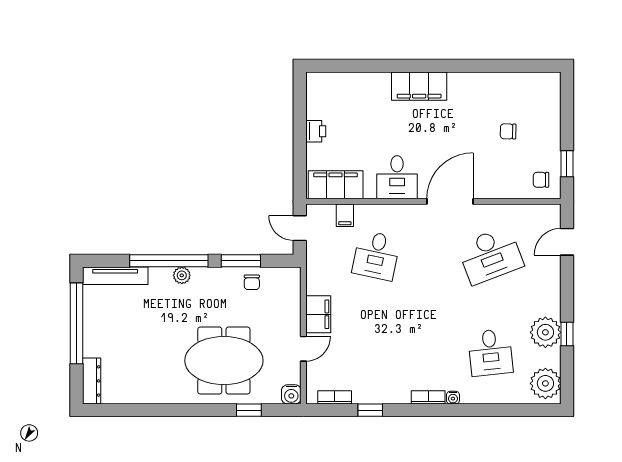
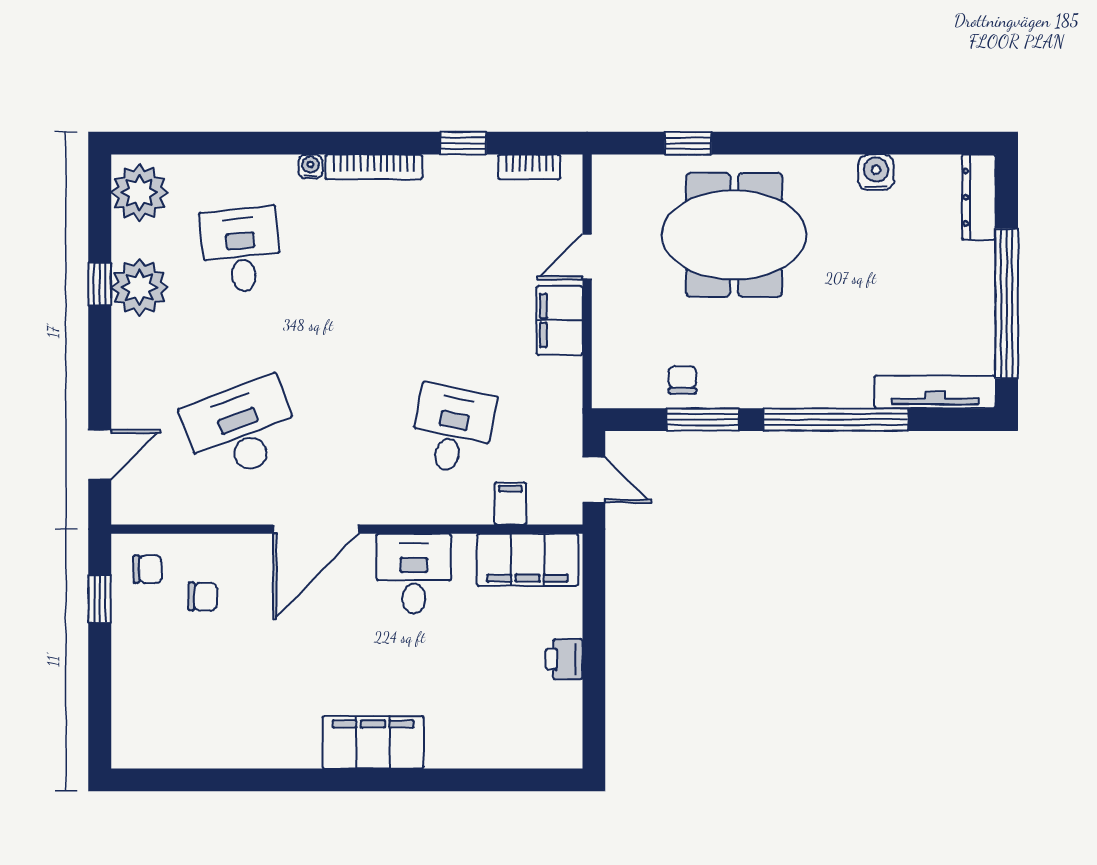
chair: (508, 131) -> (203, 597), moved
plant: (182, 275) -> (812, 392), removed
water cooler: (291, 394) -> (876, 172), moved
bookcase: (428, 397) -> (374, 167), width x1.56

